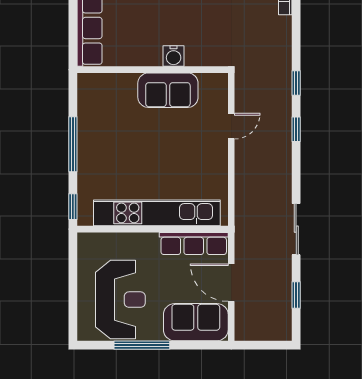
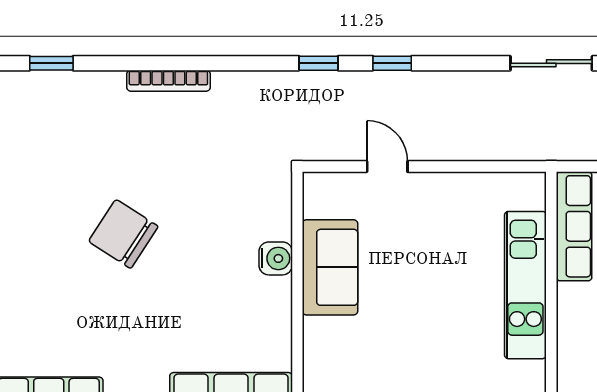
kitchen unit: (157, 213) -> (525, 285), width x0.73

